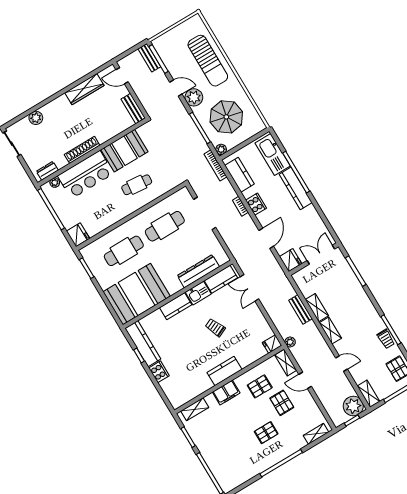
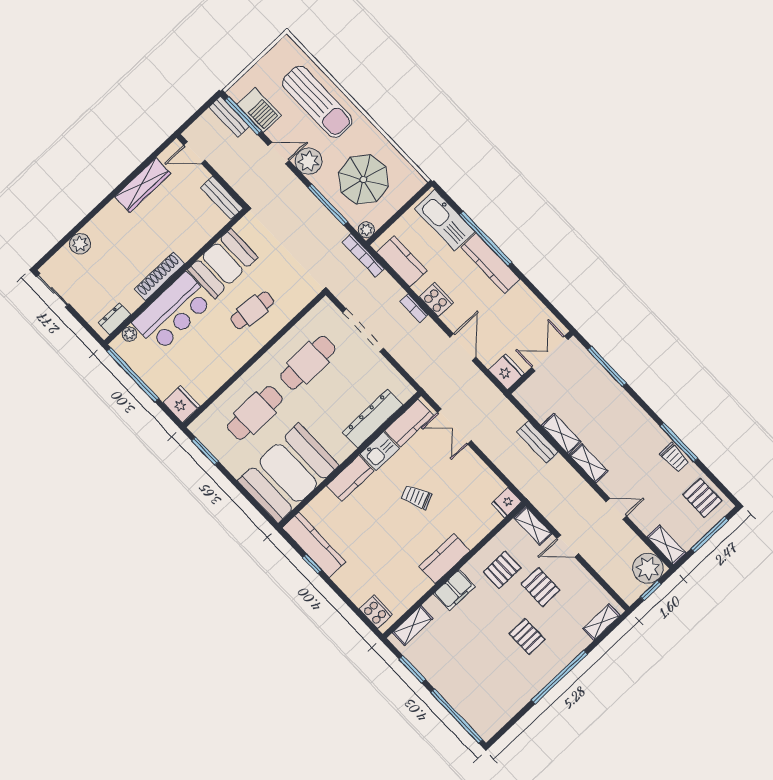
barbecue: (169, 58) -> (259, 110), added
plant: (290, 342) -> (533, 494), removed
cooker: (159, 372) -> (376, 612), moved
pallet: (266, 433) -> (527, 637), turned 90

